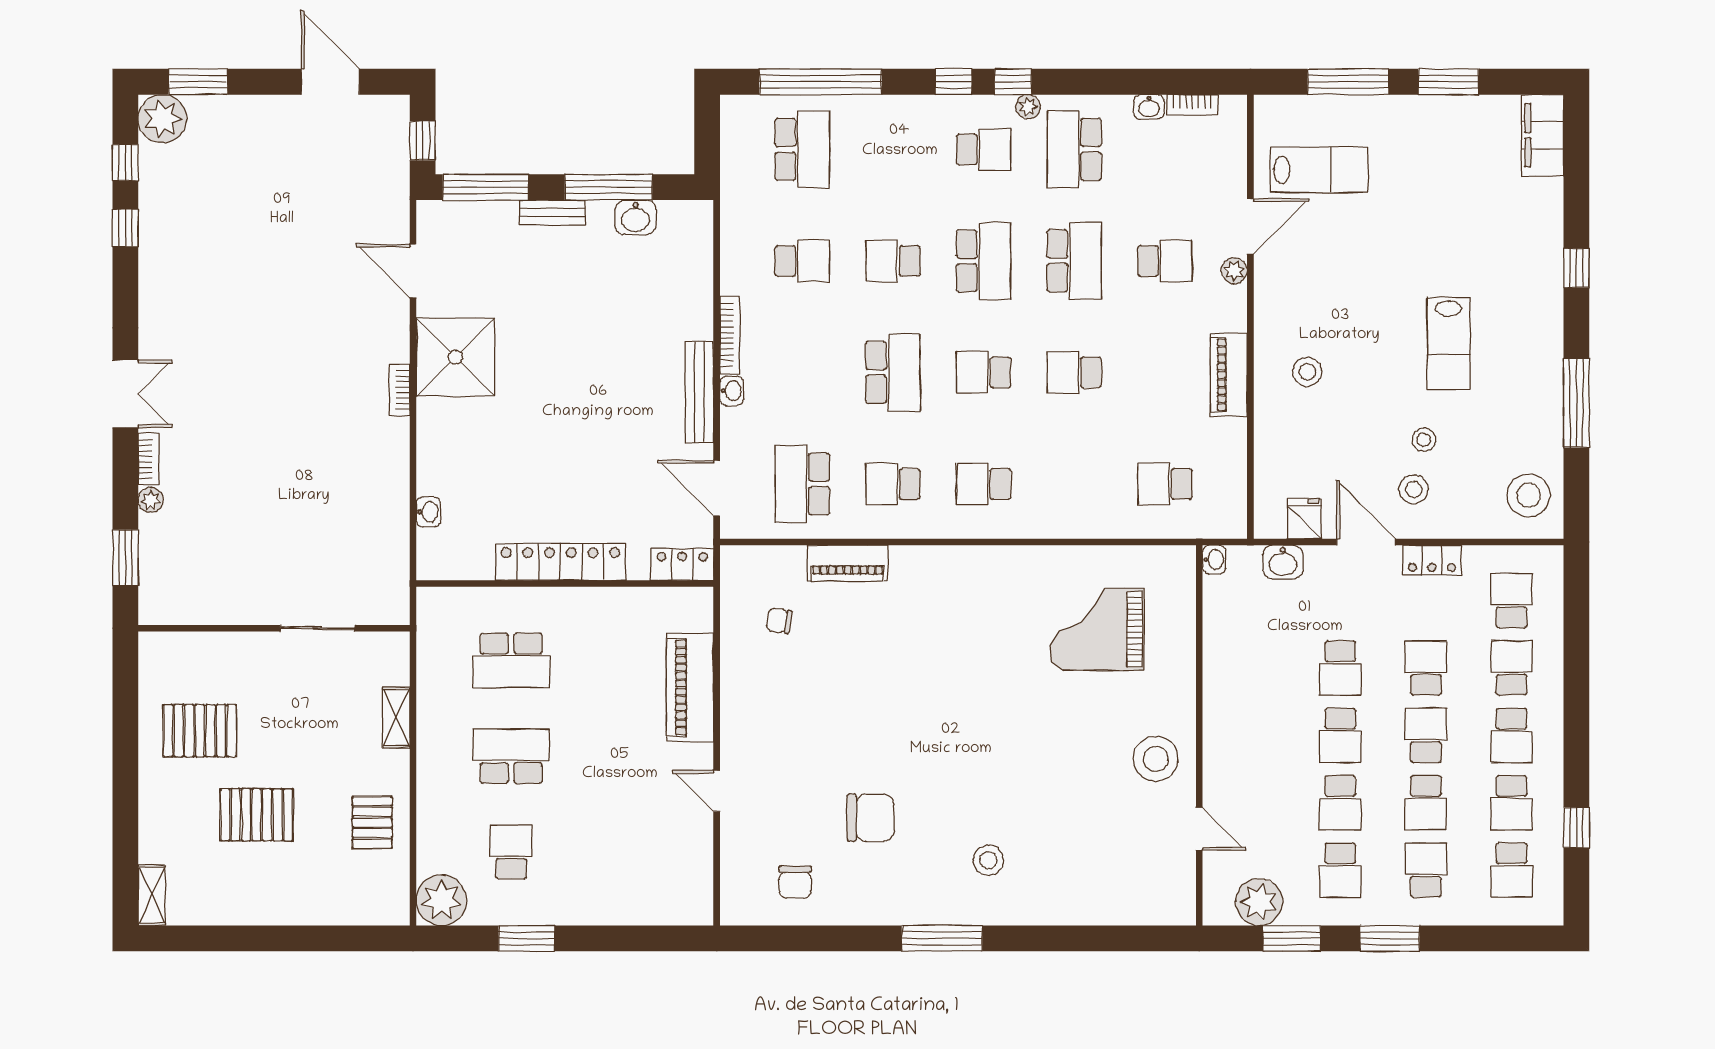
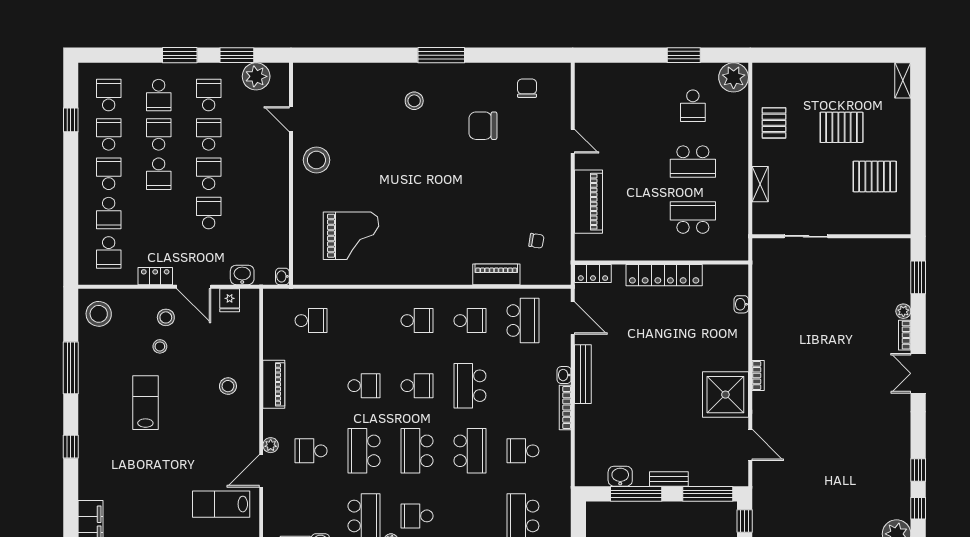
school desk: (893, 261) -> (470, 451), width x1.85
school desk: (1426, 668) -> (159, 213), removed

